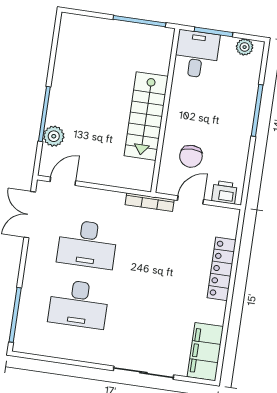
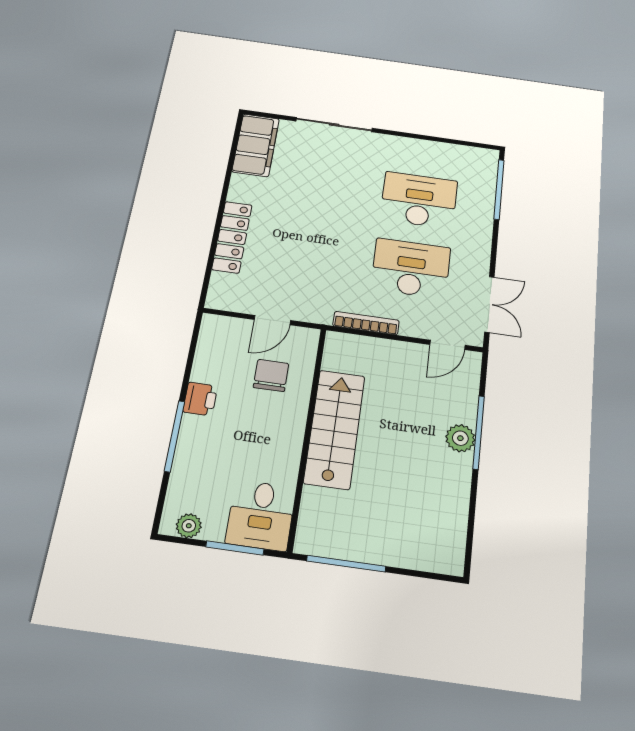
plant: (54, 136) -> (460, 438), moved
printer: (224, 192) -> (200, 399), moved, turned -90
bookcase: (150, 202) -> (366, 323), moved

